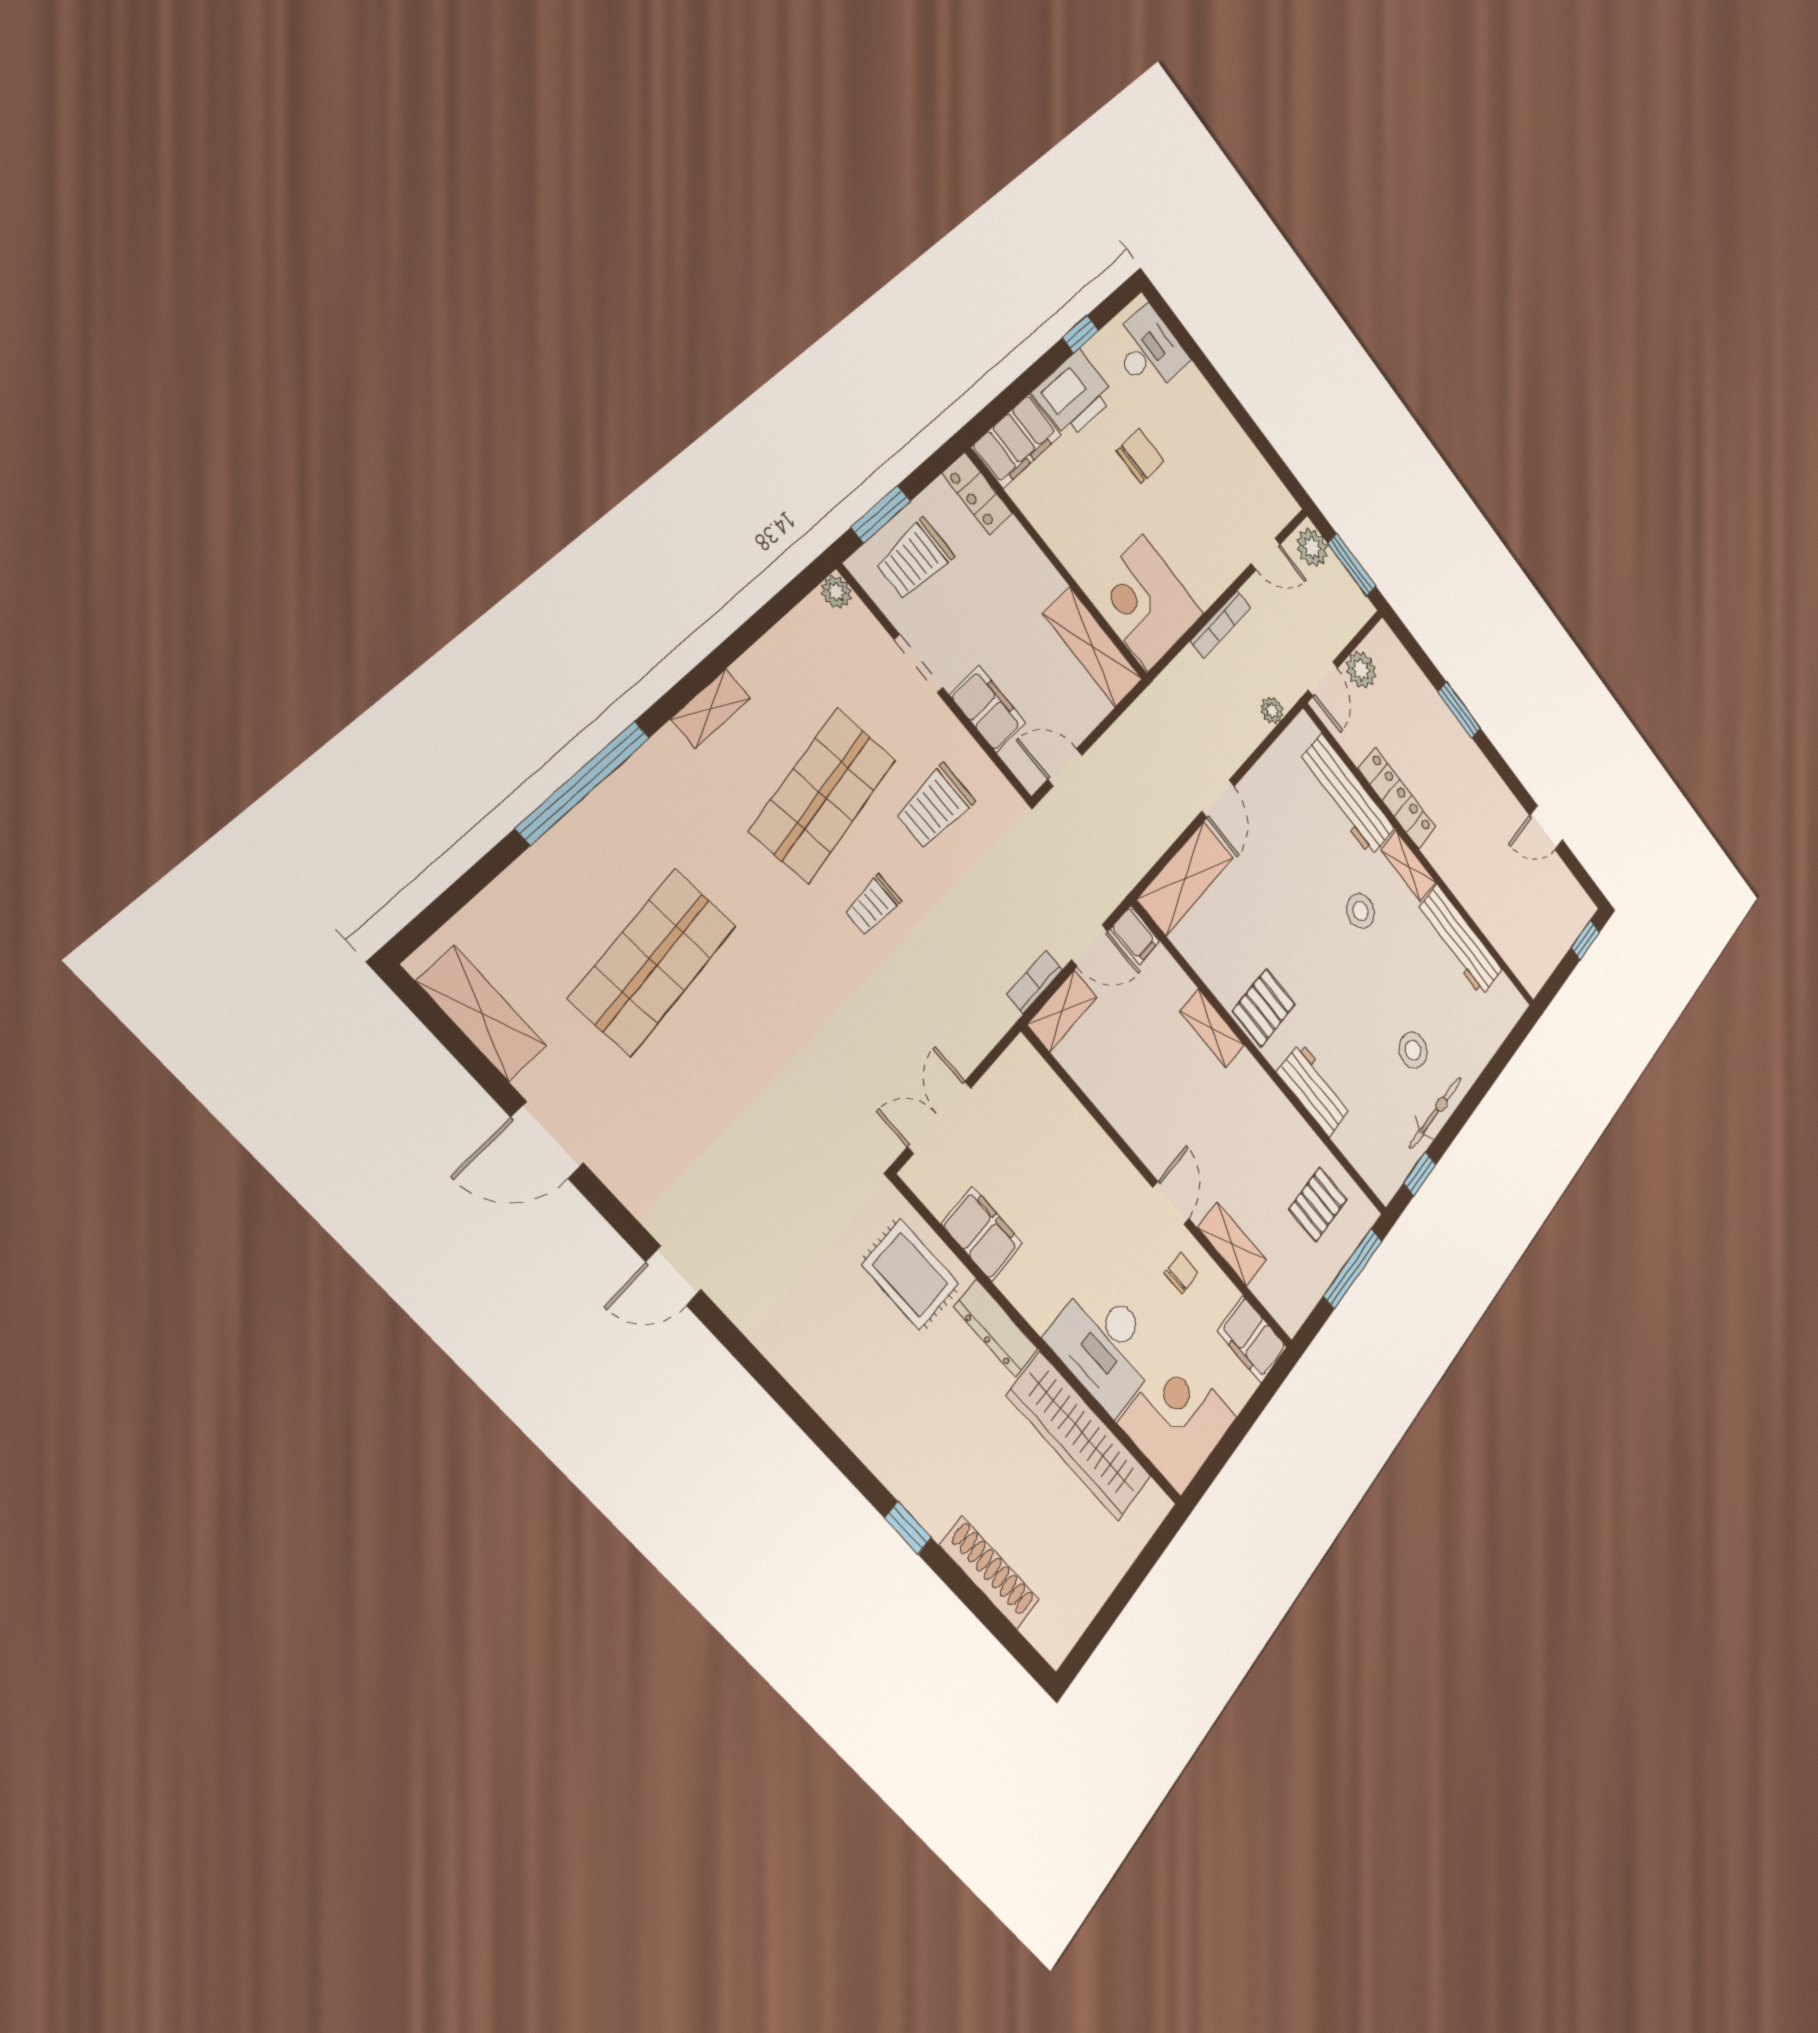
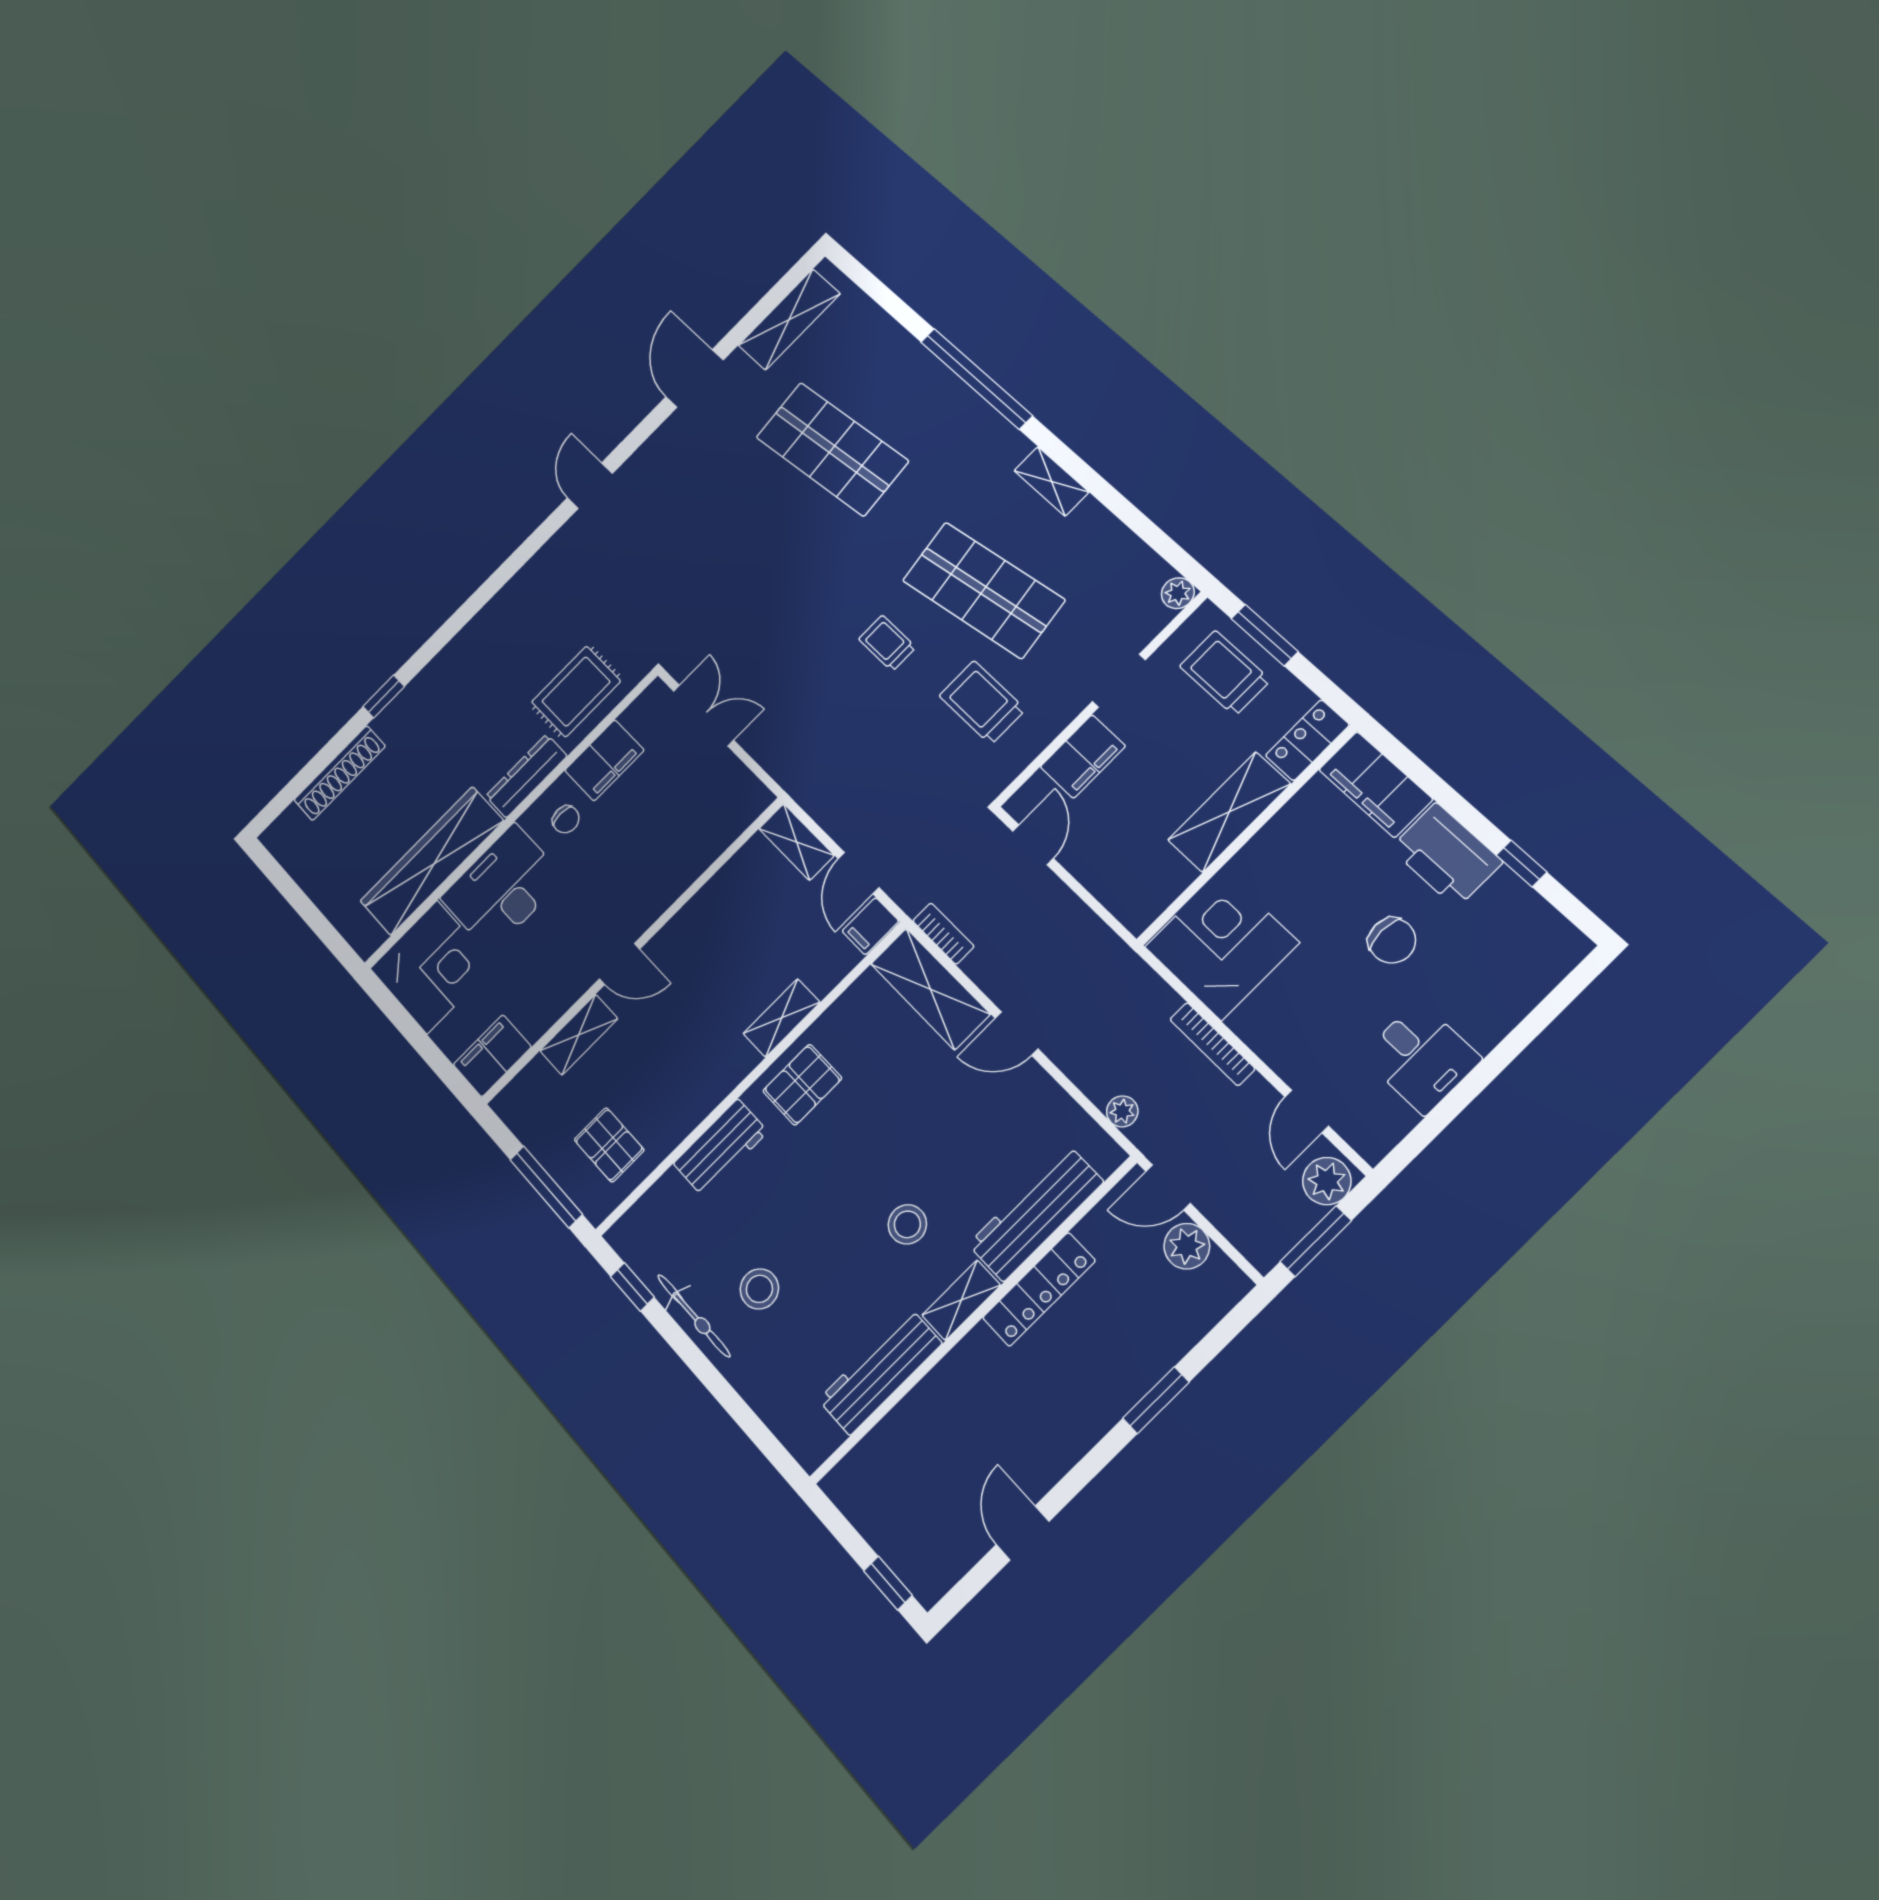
desk: (1149, 351) -> (1421, 1057), moved
shelving: (1093, 647) -> (1229, 812), moved
bookcase: (1035, 982) -> (943, 934), moved
pallet: (1264, 1008) -> (802, 1085), turned 90
chair: (1181, 1273) -> (566, 819), moved

